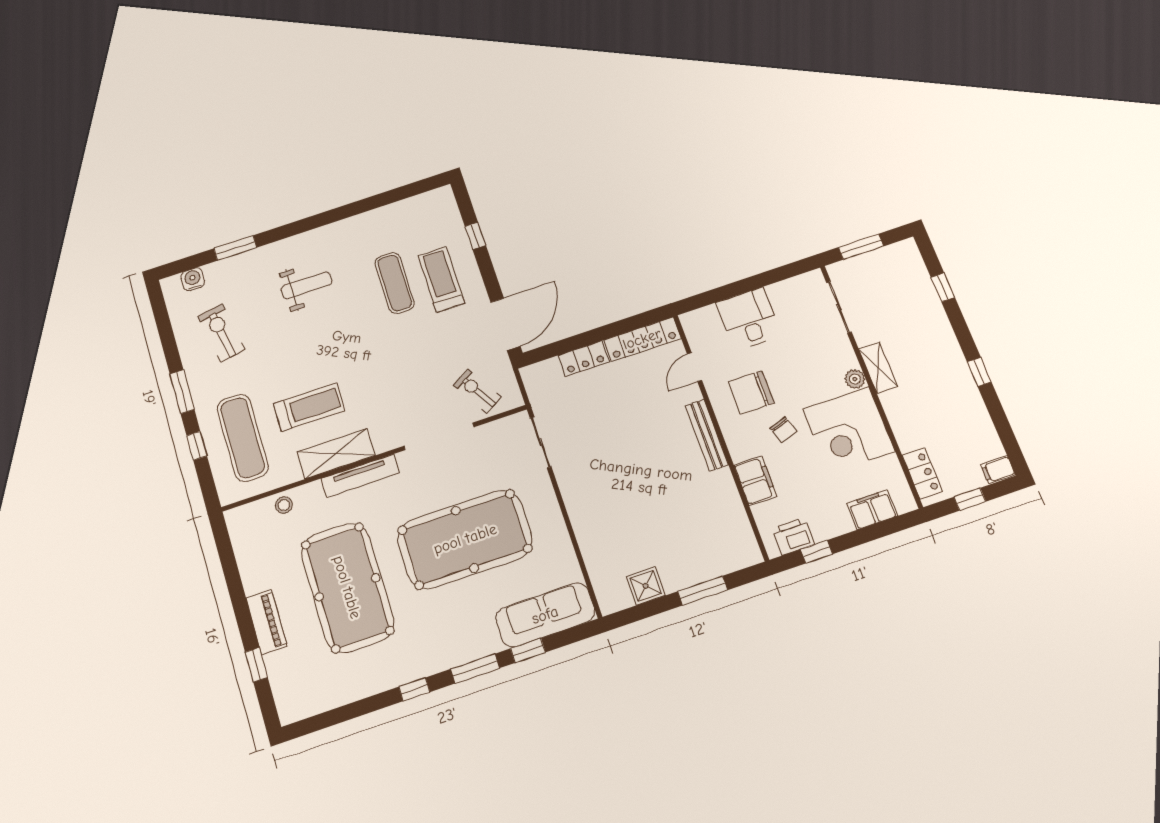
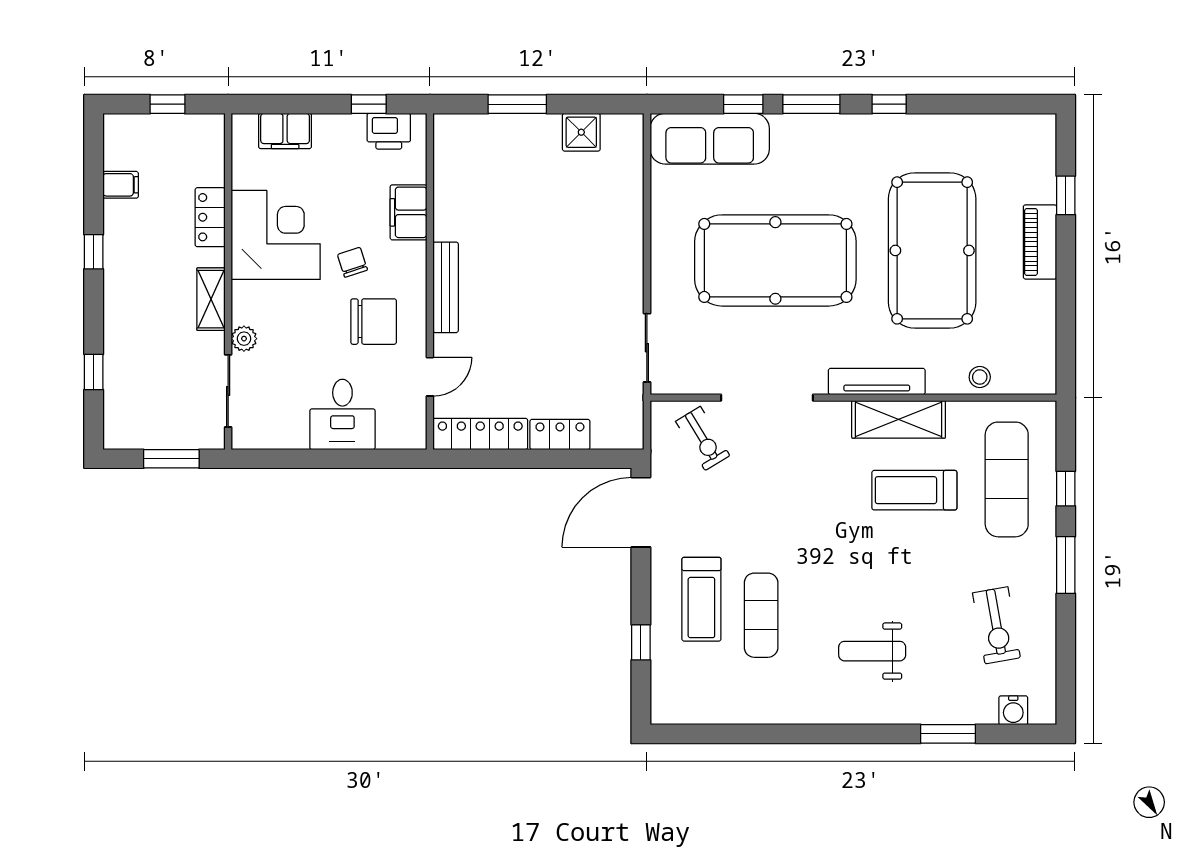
plant: (855, 379) -> (244, 339), moved
filing cabinet: (998, 470) -> (121, 185), moved
locker: (922, 473) -> (210, 217), moved

